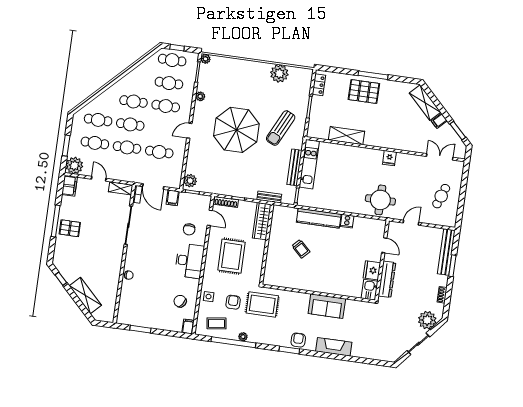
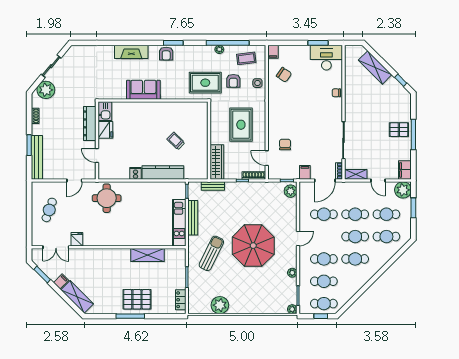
fridge: (389, 158) -> (77, 239), moved
door: (153, 186) -> (325, 181), swing flipped
desk: (189, 261) -> (326, 58), moved, turned 90

